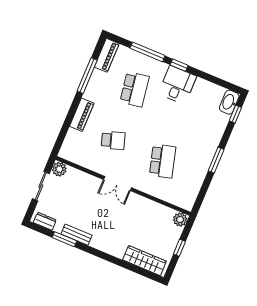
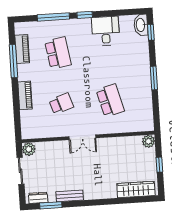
piano: (107, 55) -> (22, 49), moved
desk: (177, 85) -> (106, 31), moved
window: (64, 239) -> (51, 205), moved

